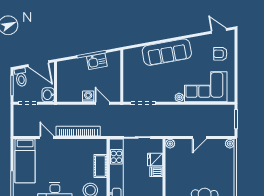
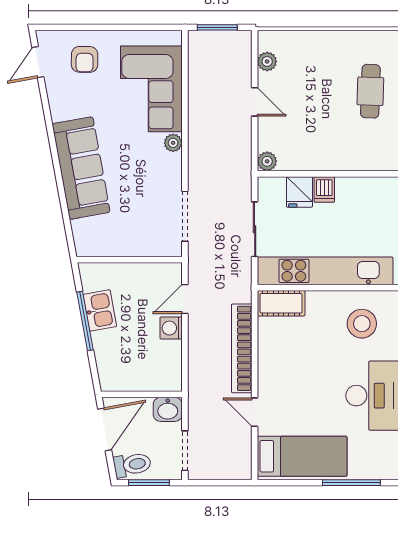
door: (47, 137) -> (255, 412), hinge flipped
plant: (230, 144) -> (267, 61), moved
cot: (100, 166) -> (281, 303), moved

